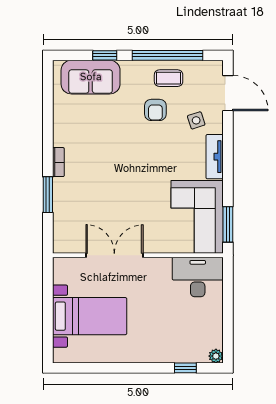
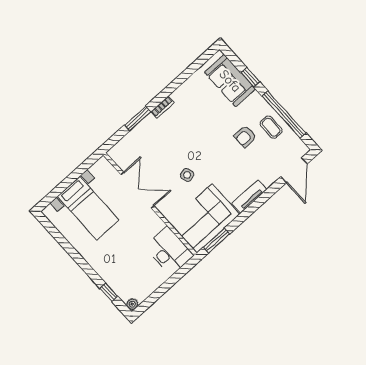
side table: (196, 120) -> (187, 175), moved

